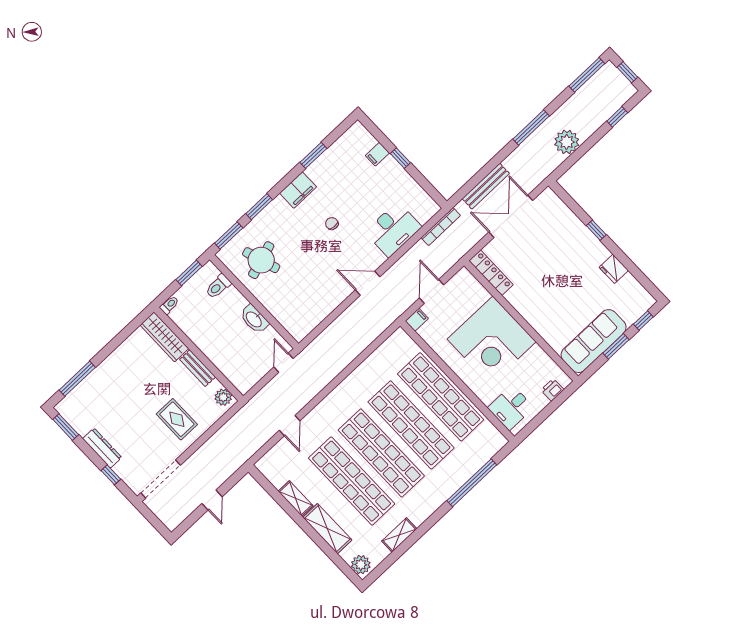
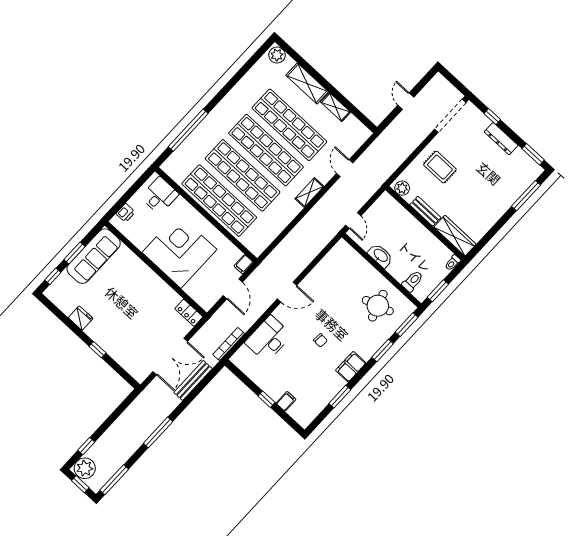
plant: (567, 142) -> (85, 468), moved
locker: (491, 273) -> (189, 313), width x0.66
shelving: (399, 535) -> (309, 193), moved

